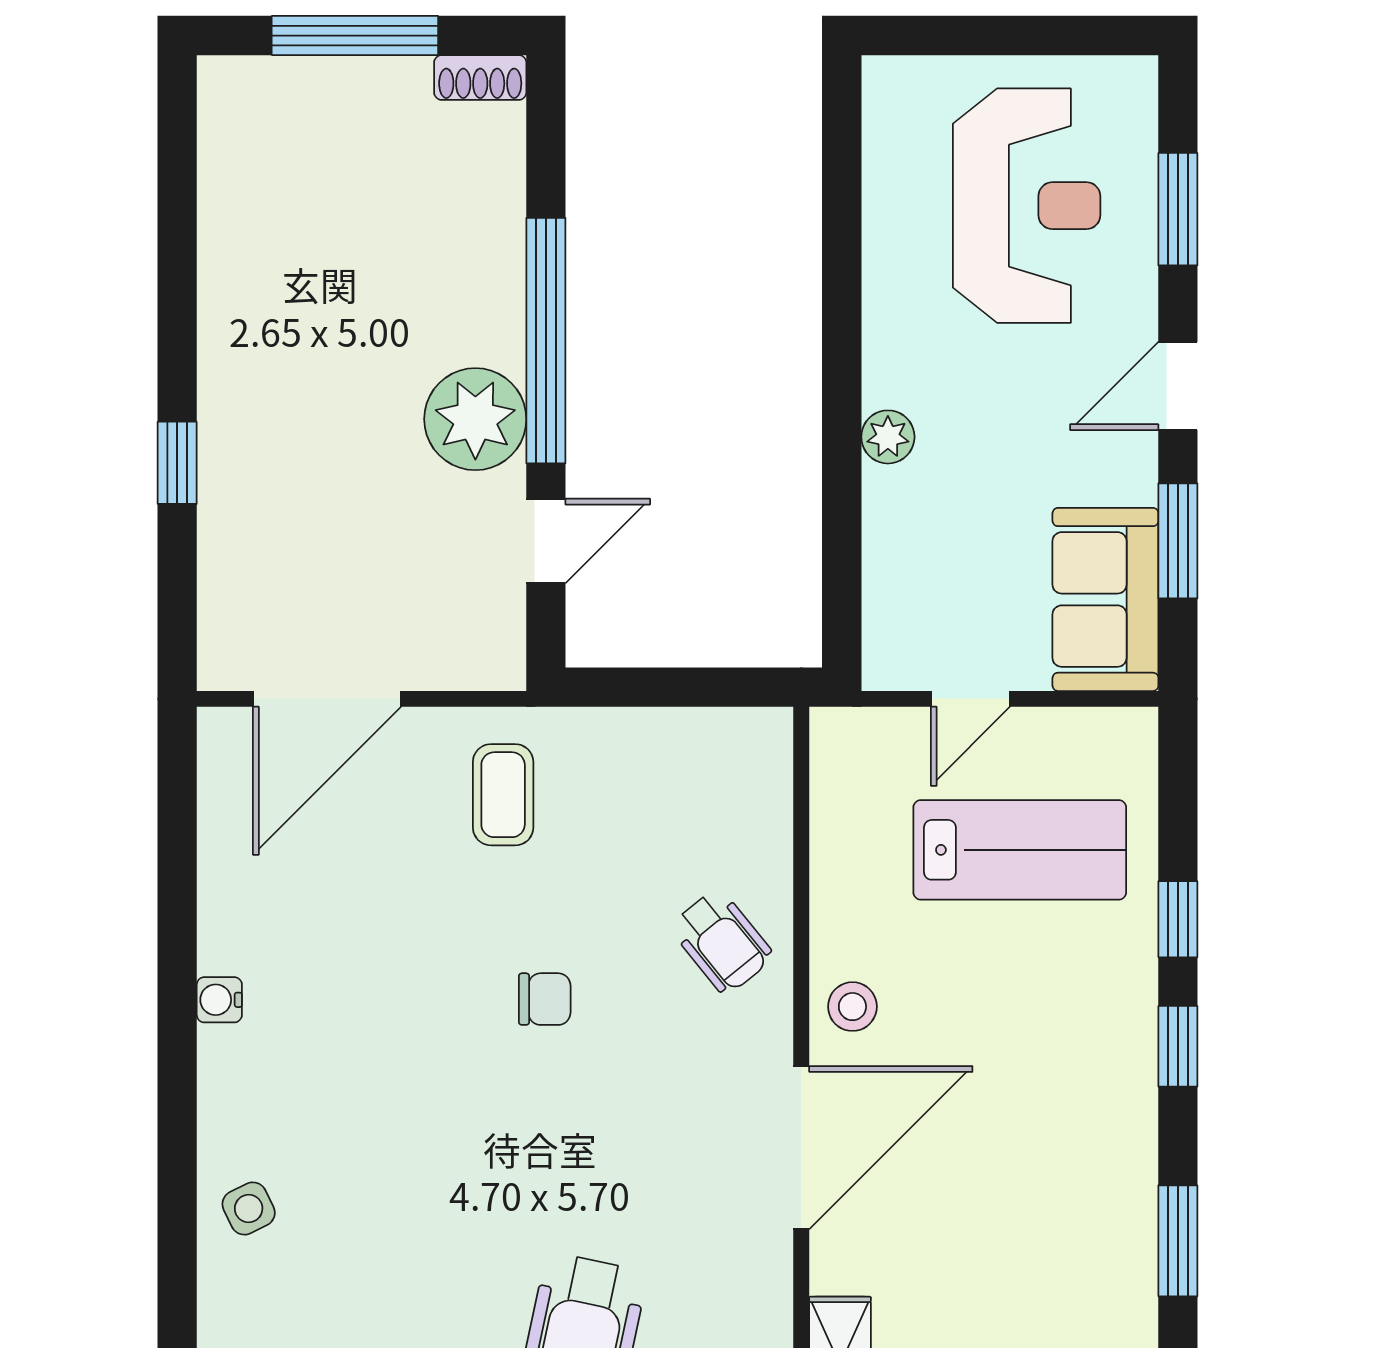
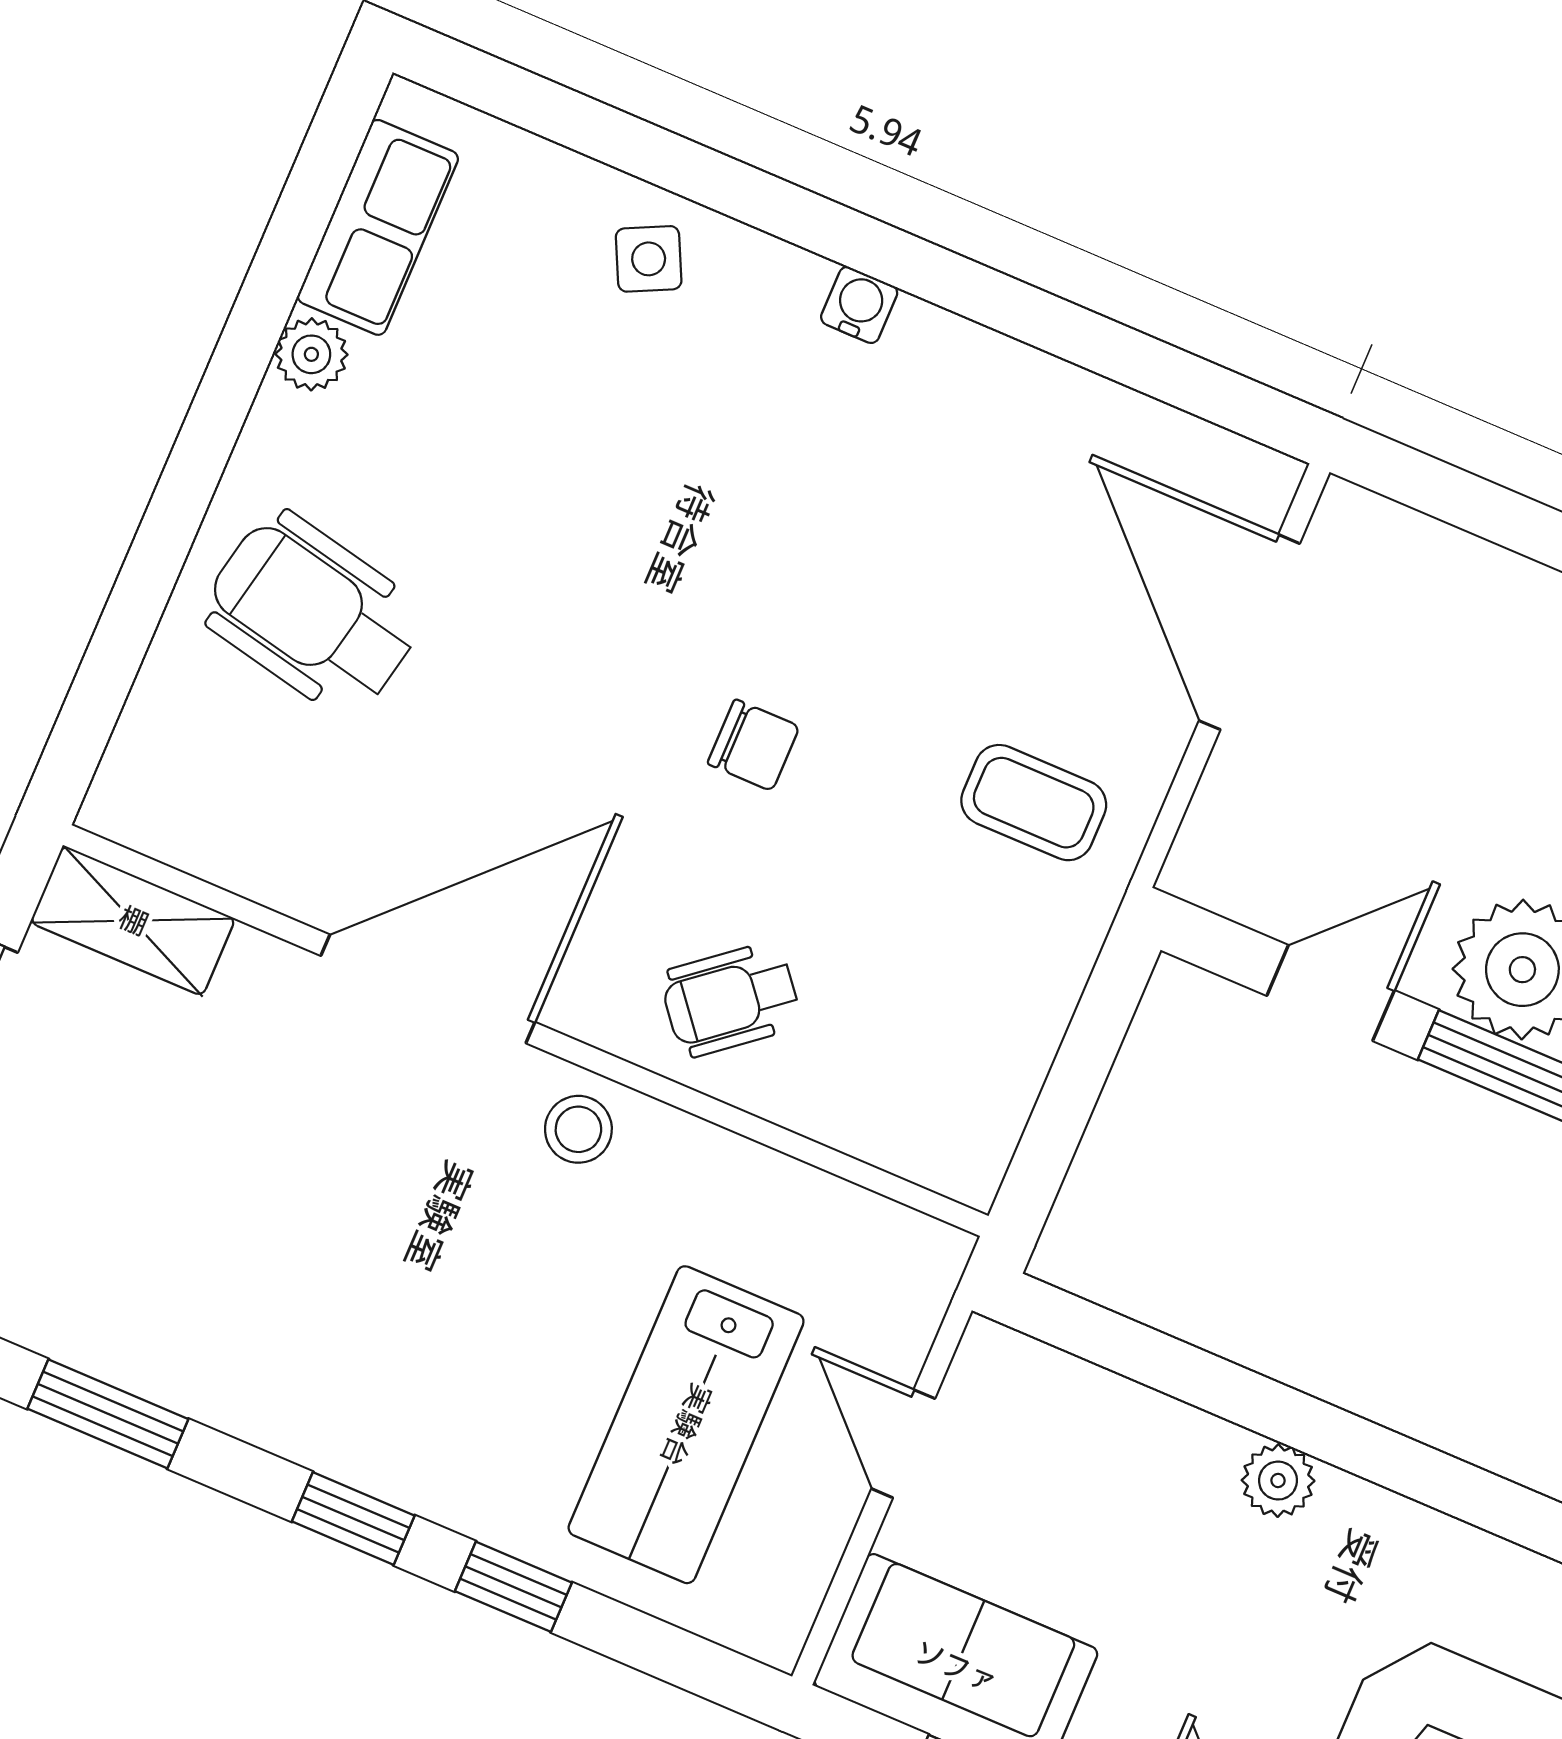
door: (546, 541) -> (1331, 993), swing flipped
chair: (545, 999) -> (753, 745), turned -90
water cooler: (219, 1000) -> (859, 305), moved
door: (801, 1148) -> (428, 989), swing flipped

